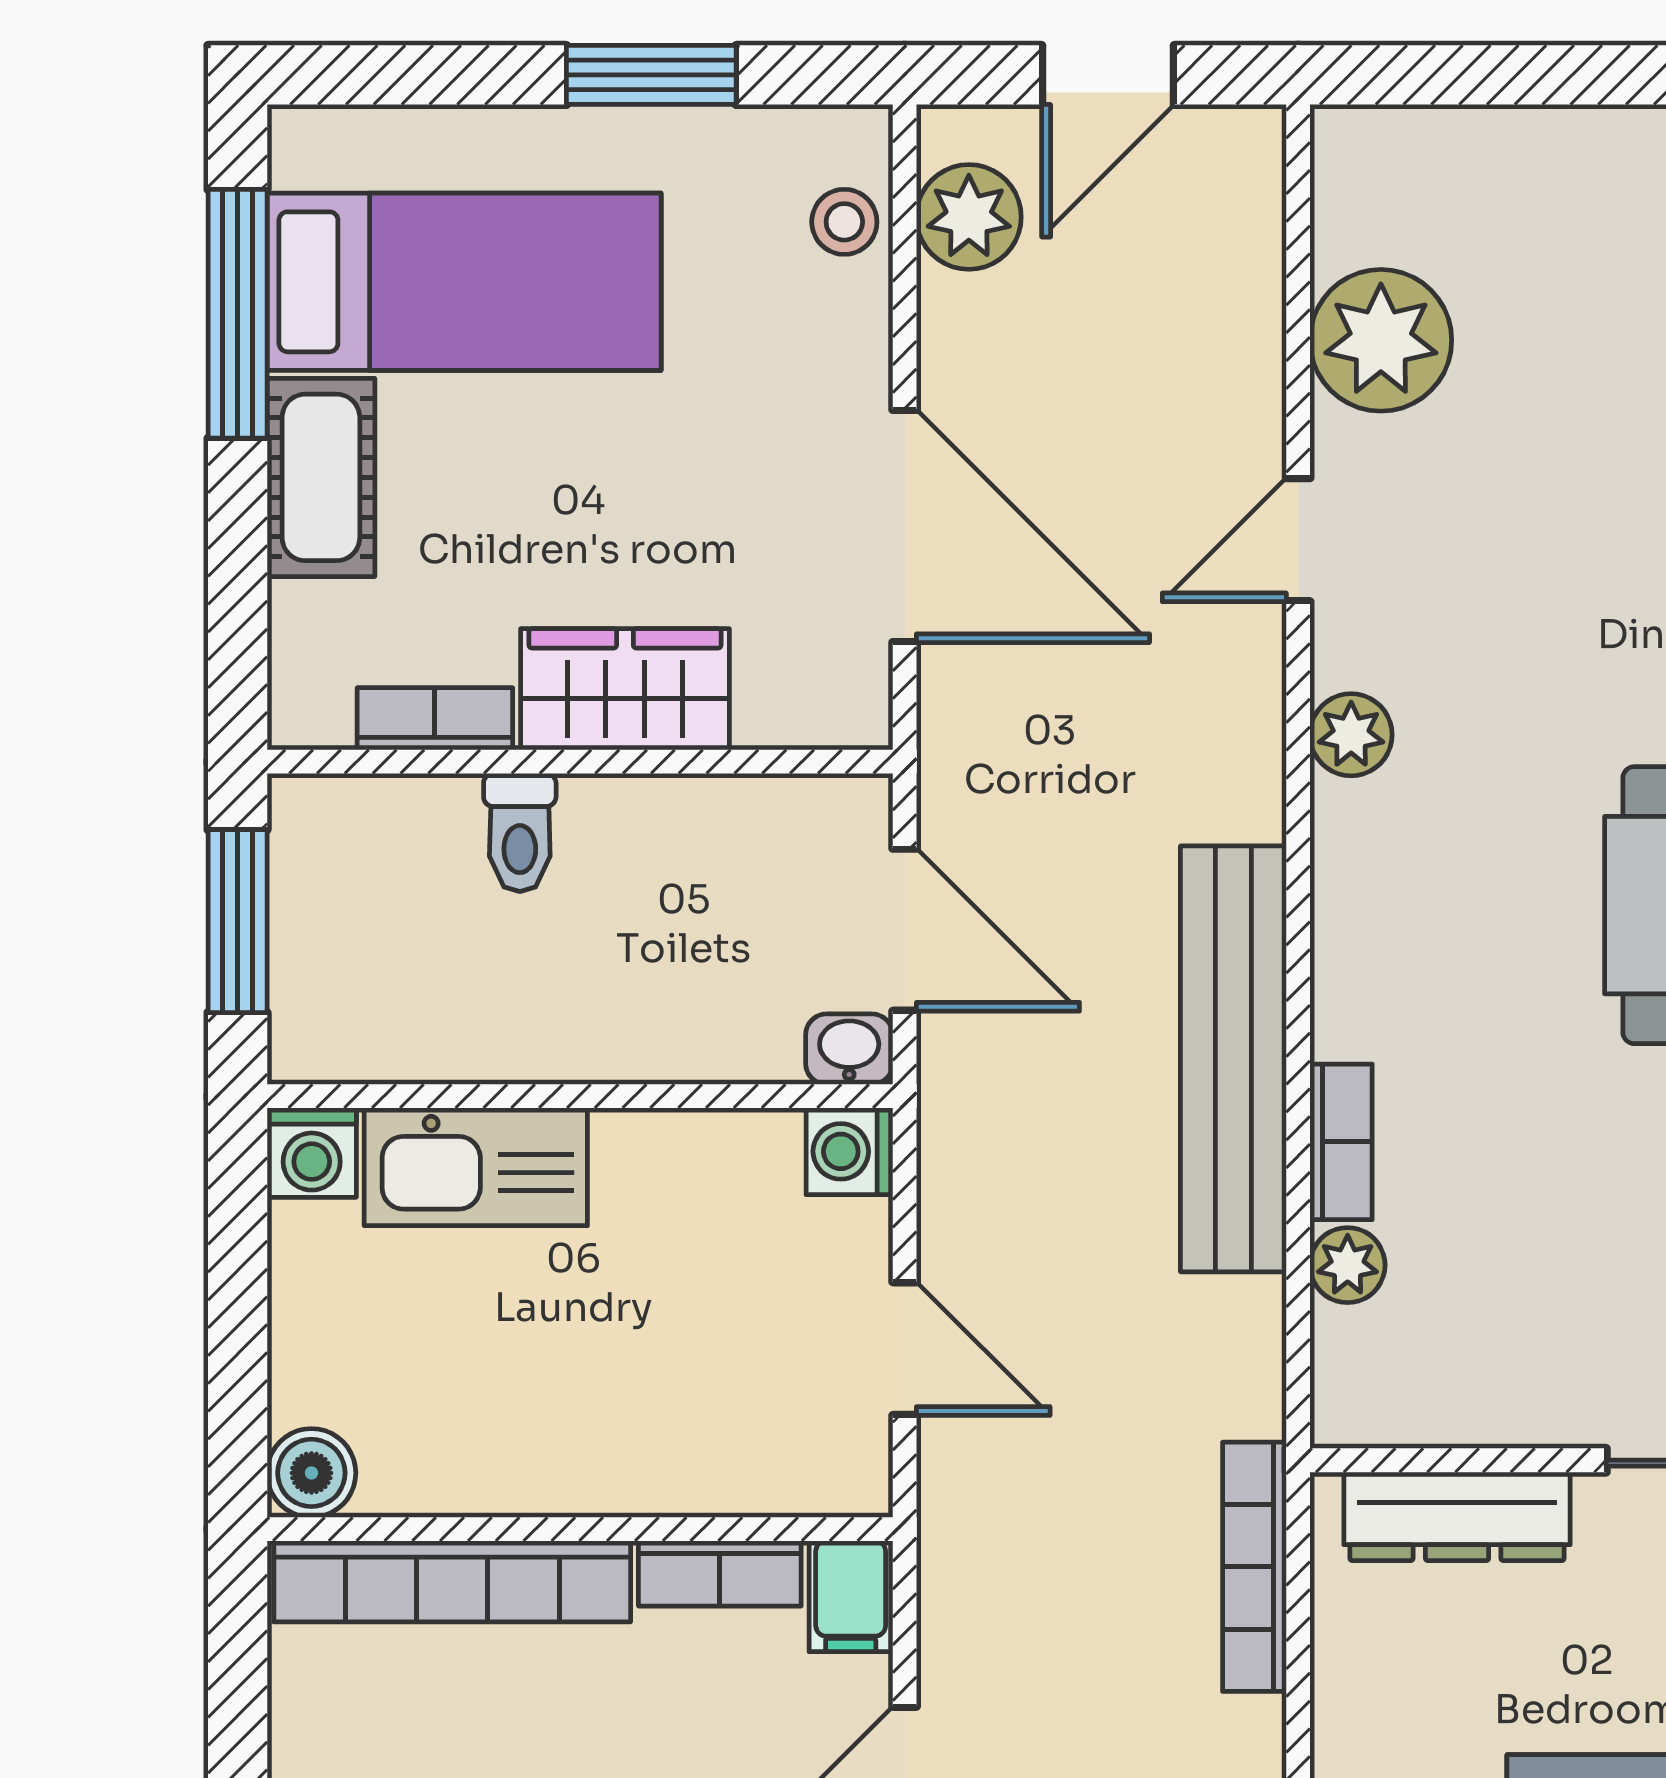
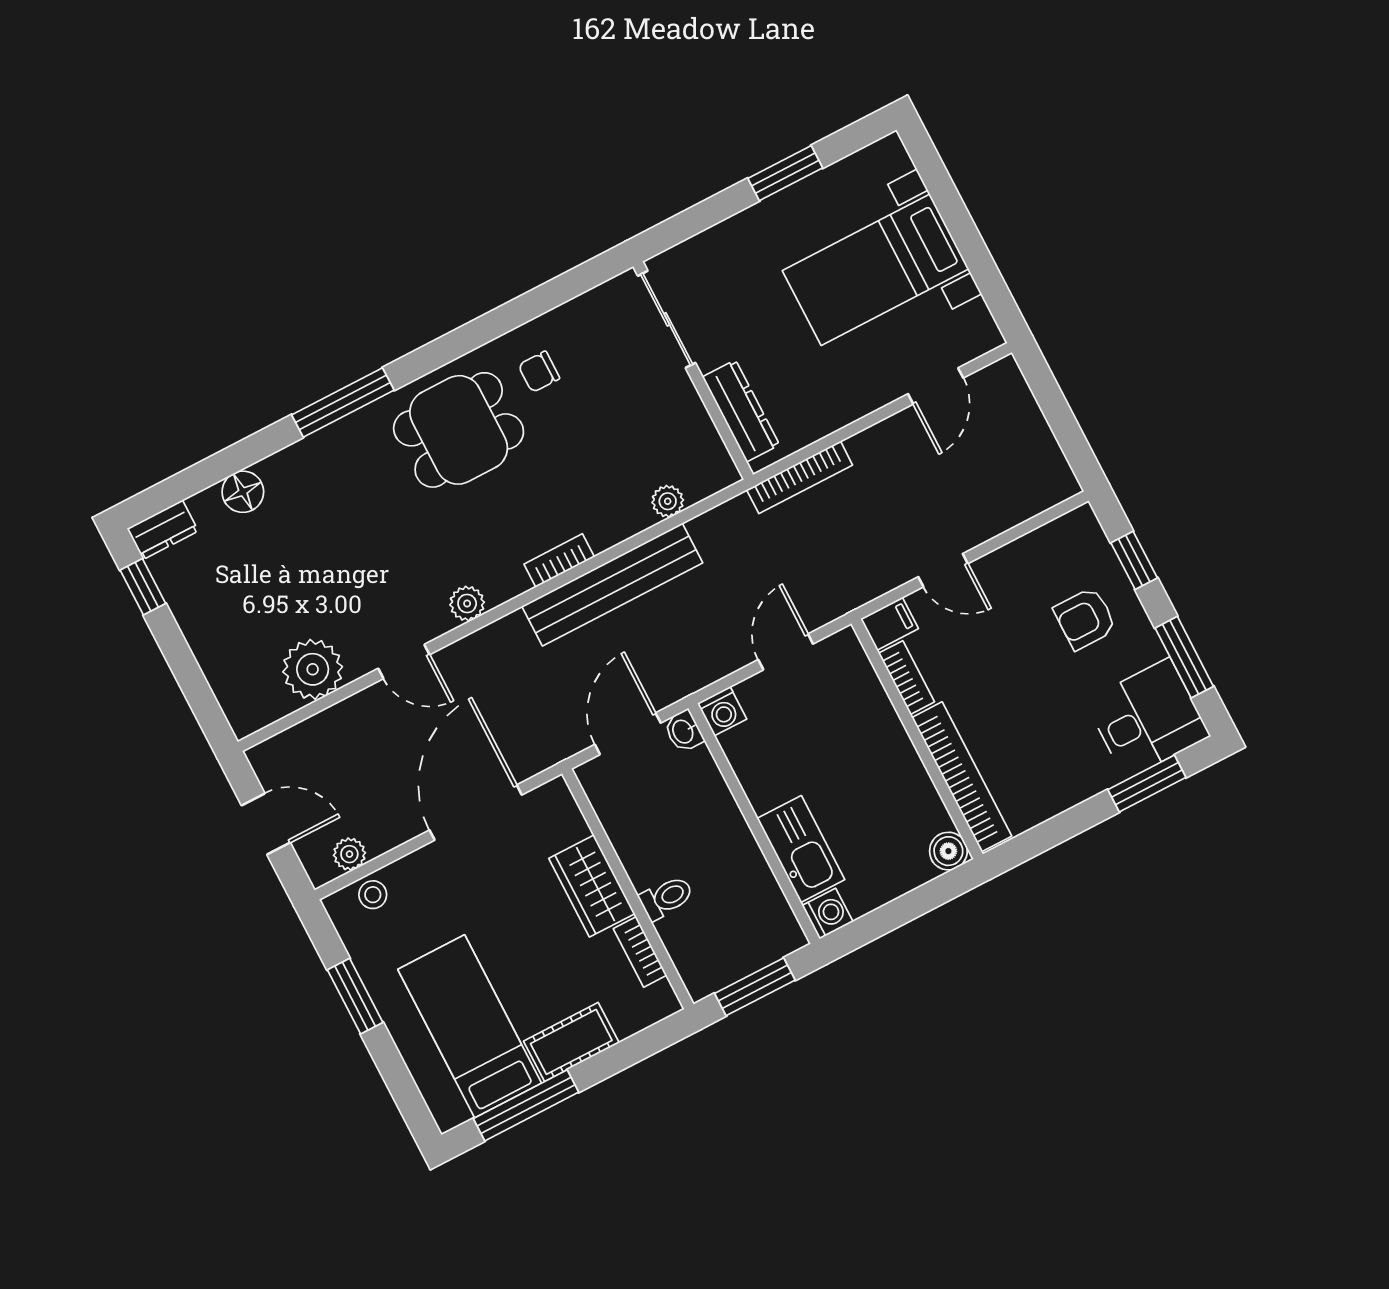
plant: (969, 217) -> (349, 854), width x0.73, depth x0.73
bookcase: (1341, 1142) -> (559, 561), moved

